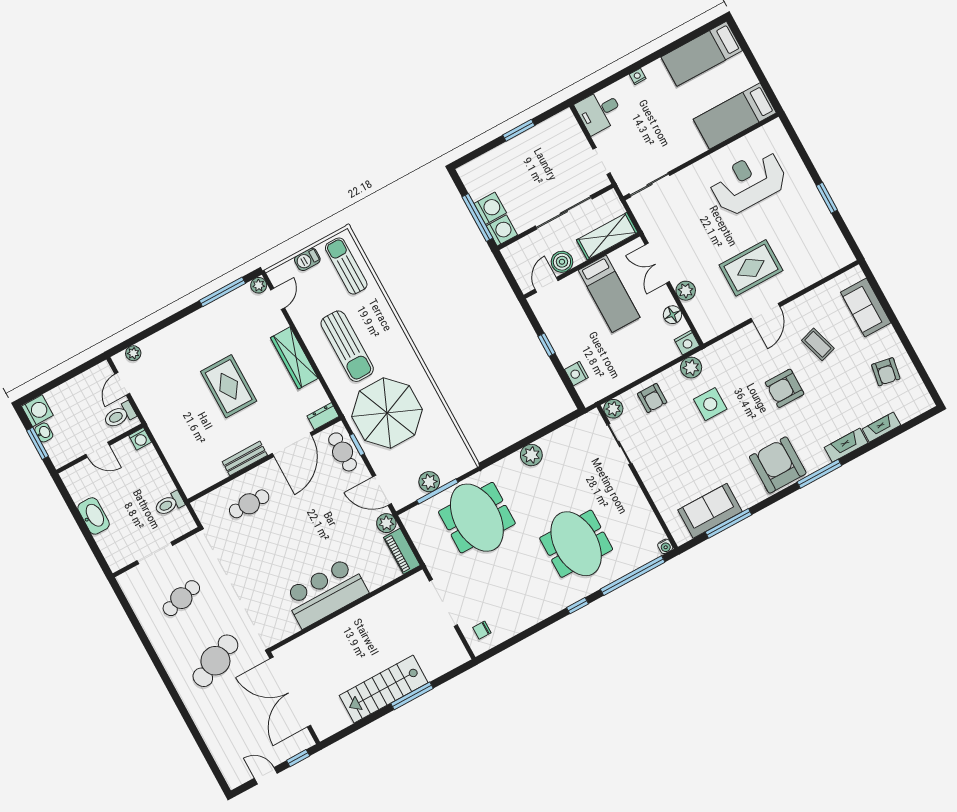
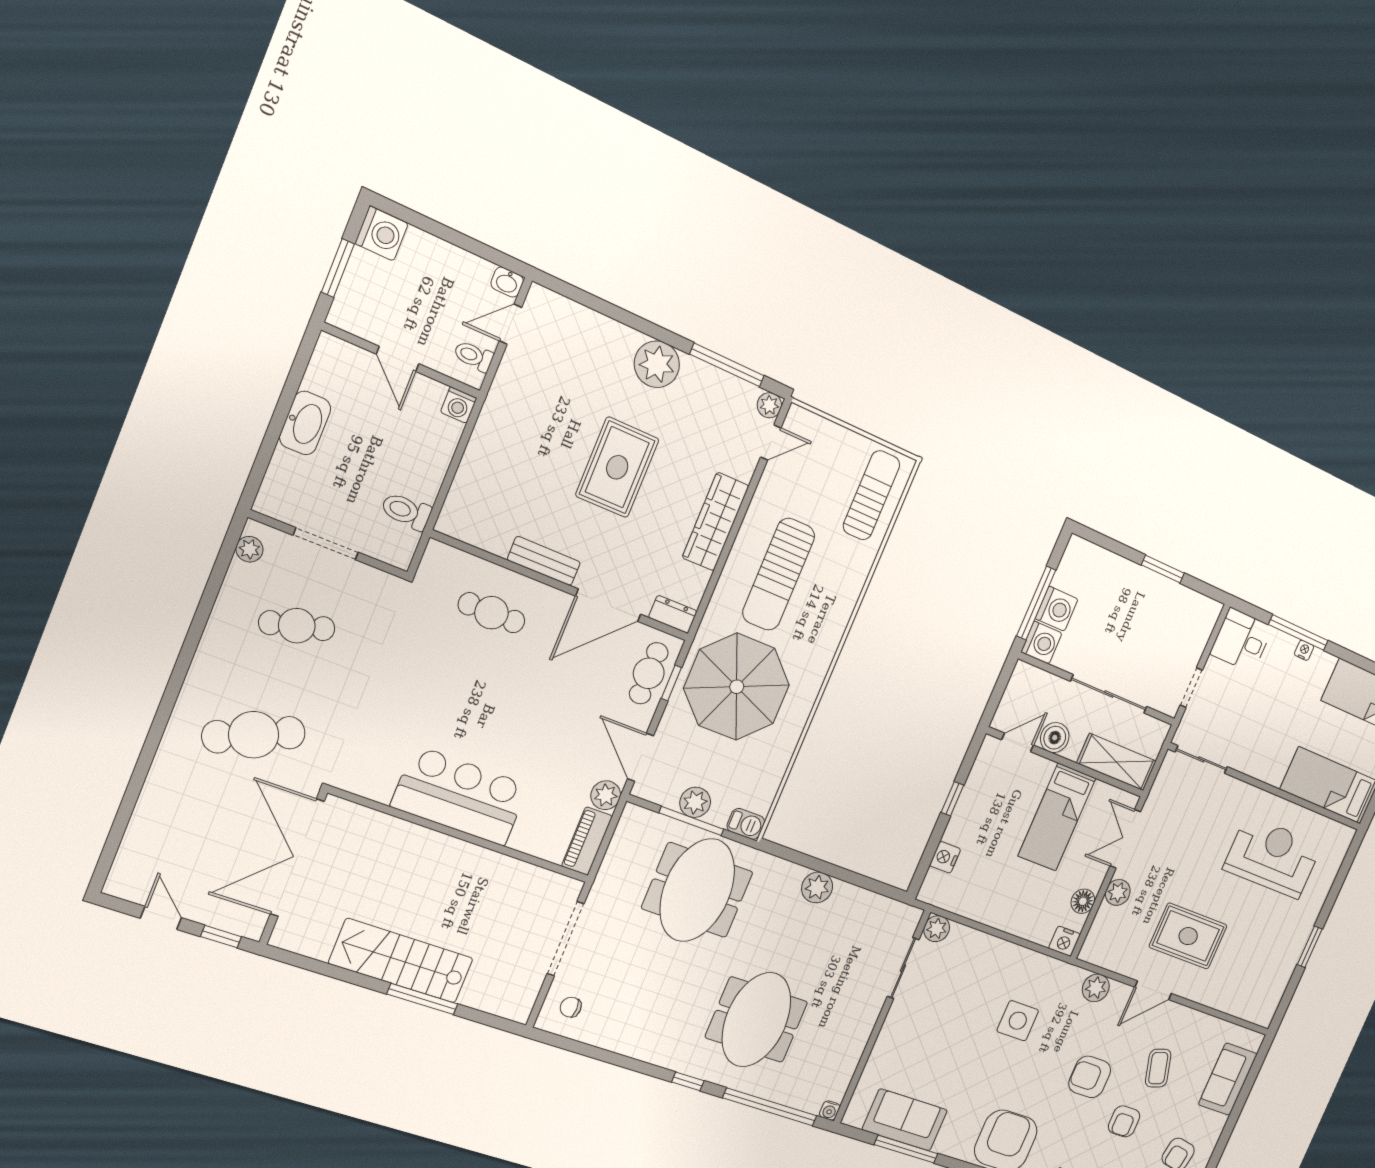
window: (624, 73) -> (1298, 633), added
barbecue: (307, 259) -> (746, 824), moved, turned 180
plant: (133, 353) -> (657, 364), moved, width x1.87, depth x1.87
plant: (691, 368) -> (1096, 988), moved
armchair: (652, 398) -> (1124, 1121), moved
toilet: (120, 415) -> (474, 356), width x0.73, depth x0.72
washbasin: (44, 432) -> (507, 282), moved, turned 90
plant: (130, 589) -> (249, 549), added

